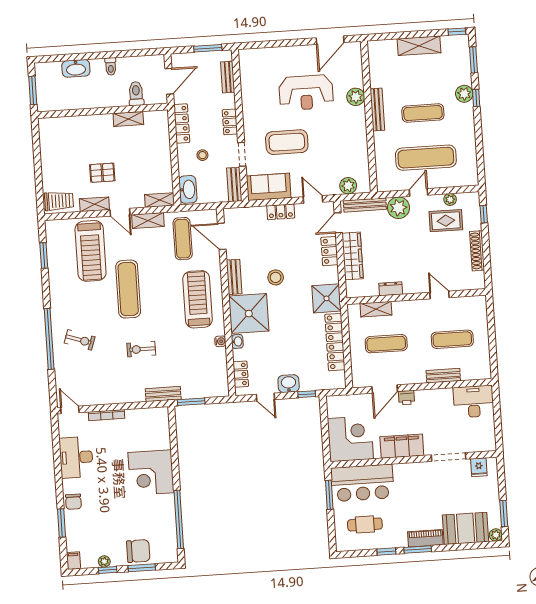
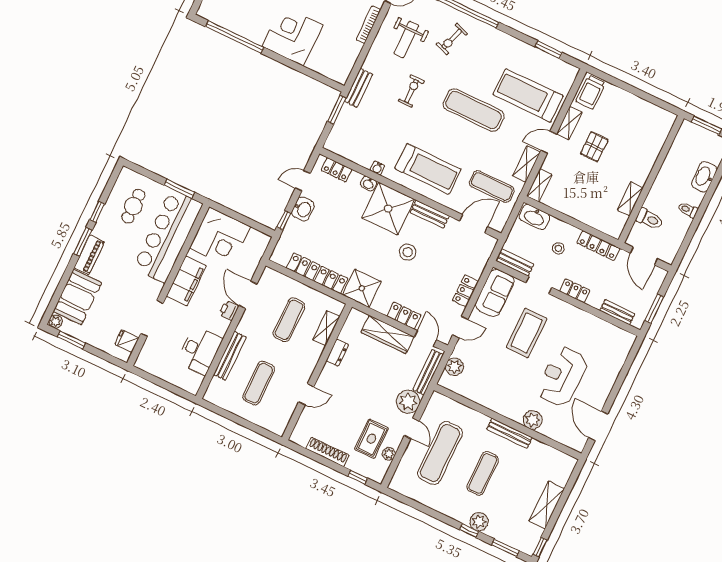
bench: (443, 376) -> (230, 356), width x1.36
weight bench: (101, 377) -> (406, 39), added
desk: (474, 402) -> (200, 351), moved
bar counter: (362, 483) -> (168, 236), width x1.36

